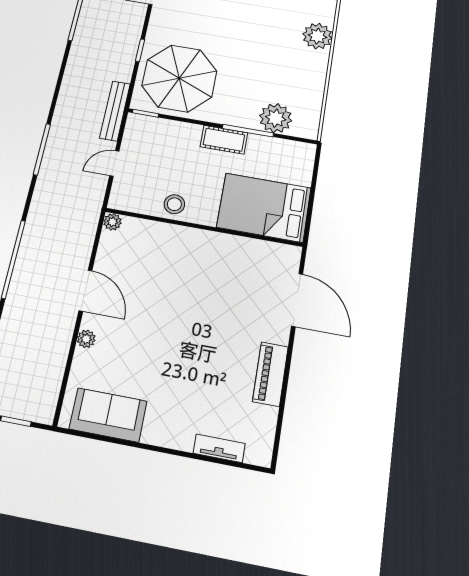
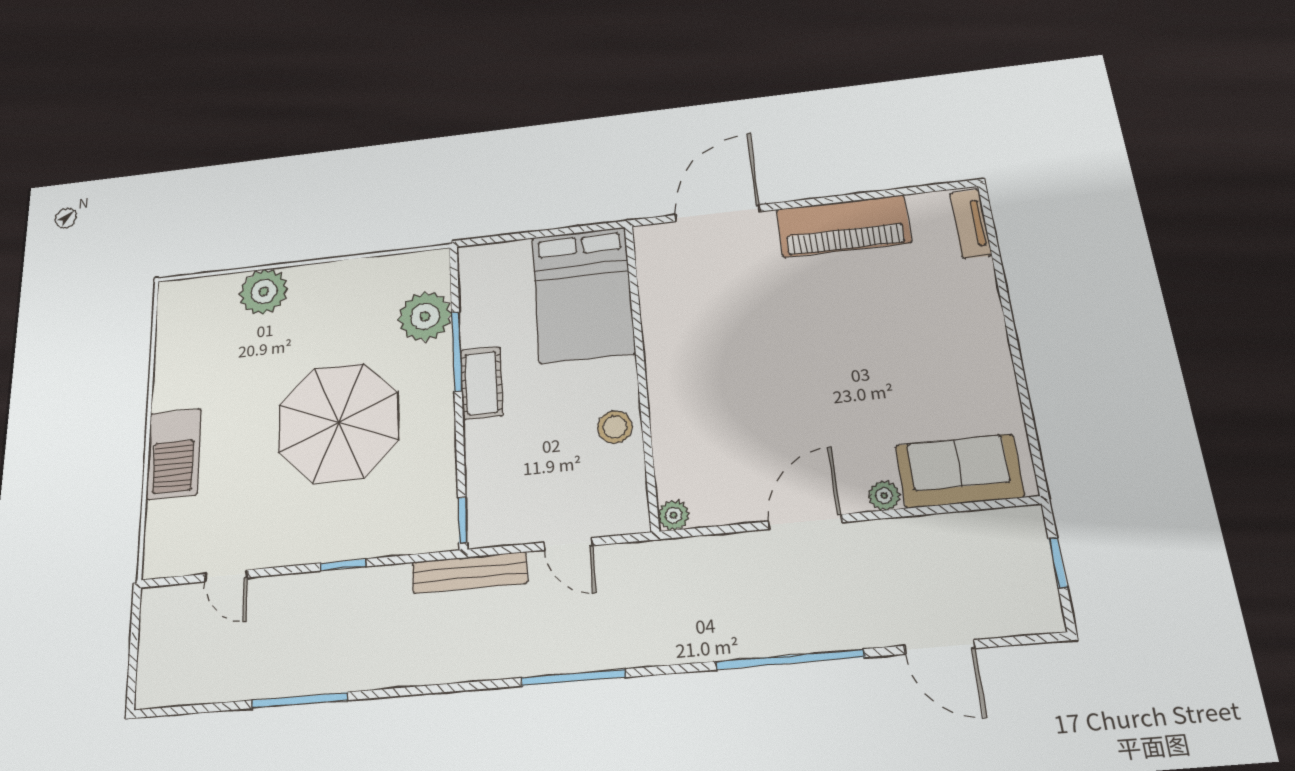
parasol: (179, 78) -> (339, 422), moved
piano: (270, 374) -> (843, 226), width x1.37, depth x1.33
sofa: (108, 415) -> (960, 471), moved, turned 90
tv unit: (219, 448) -> (971, 224), moved

